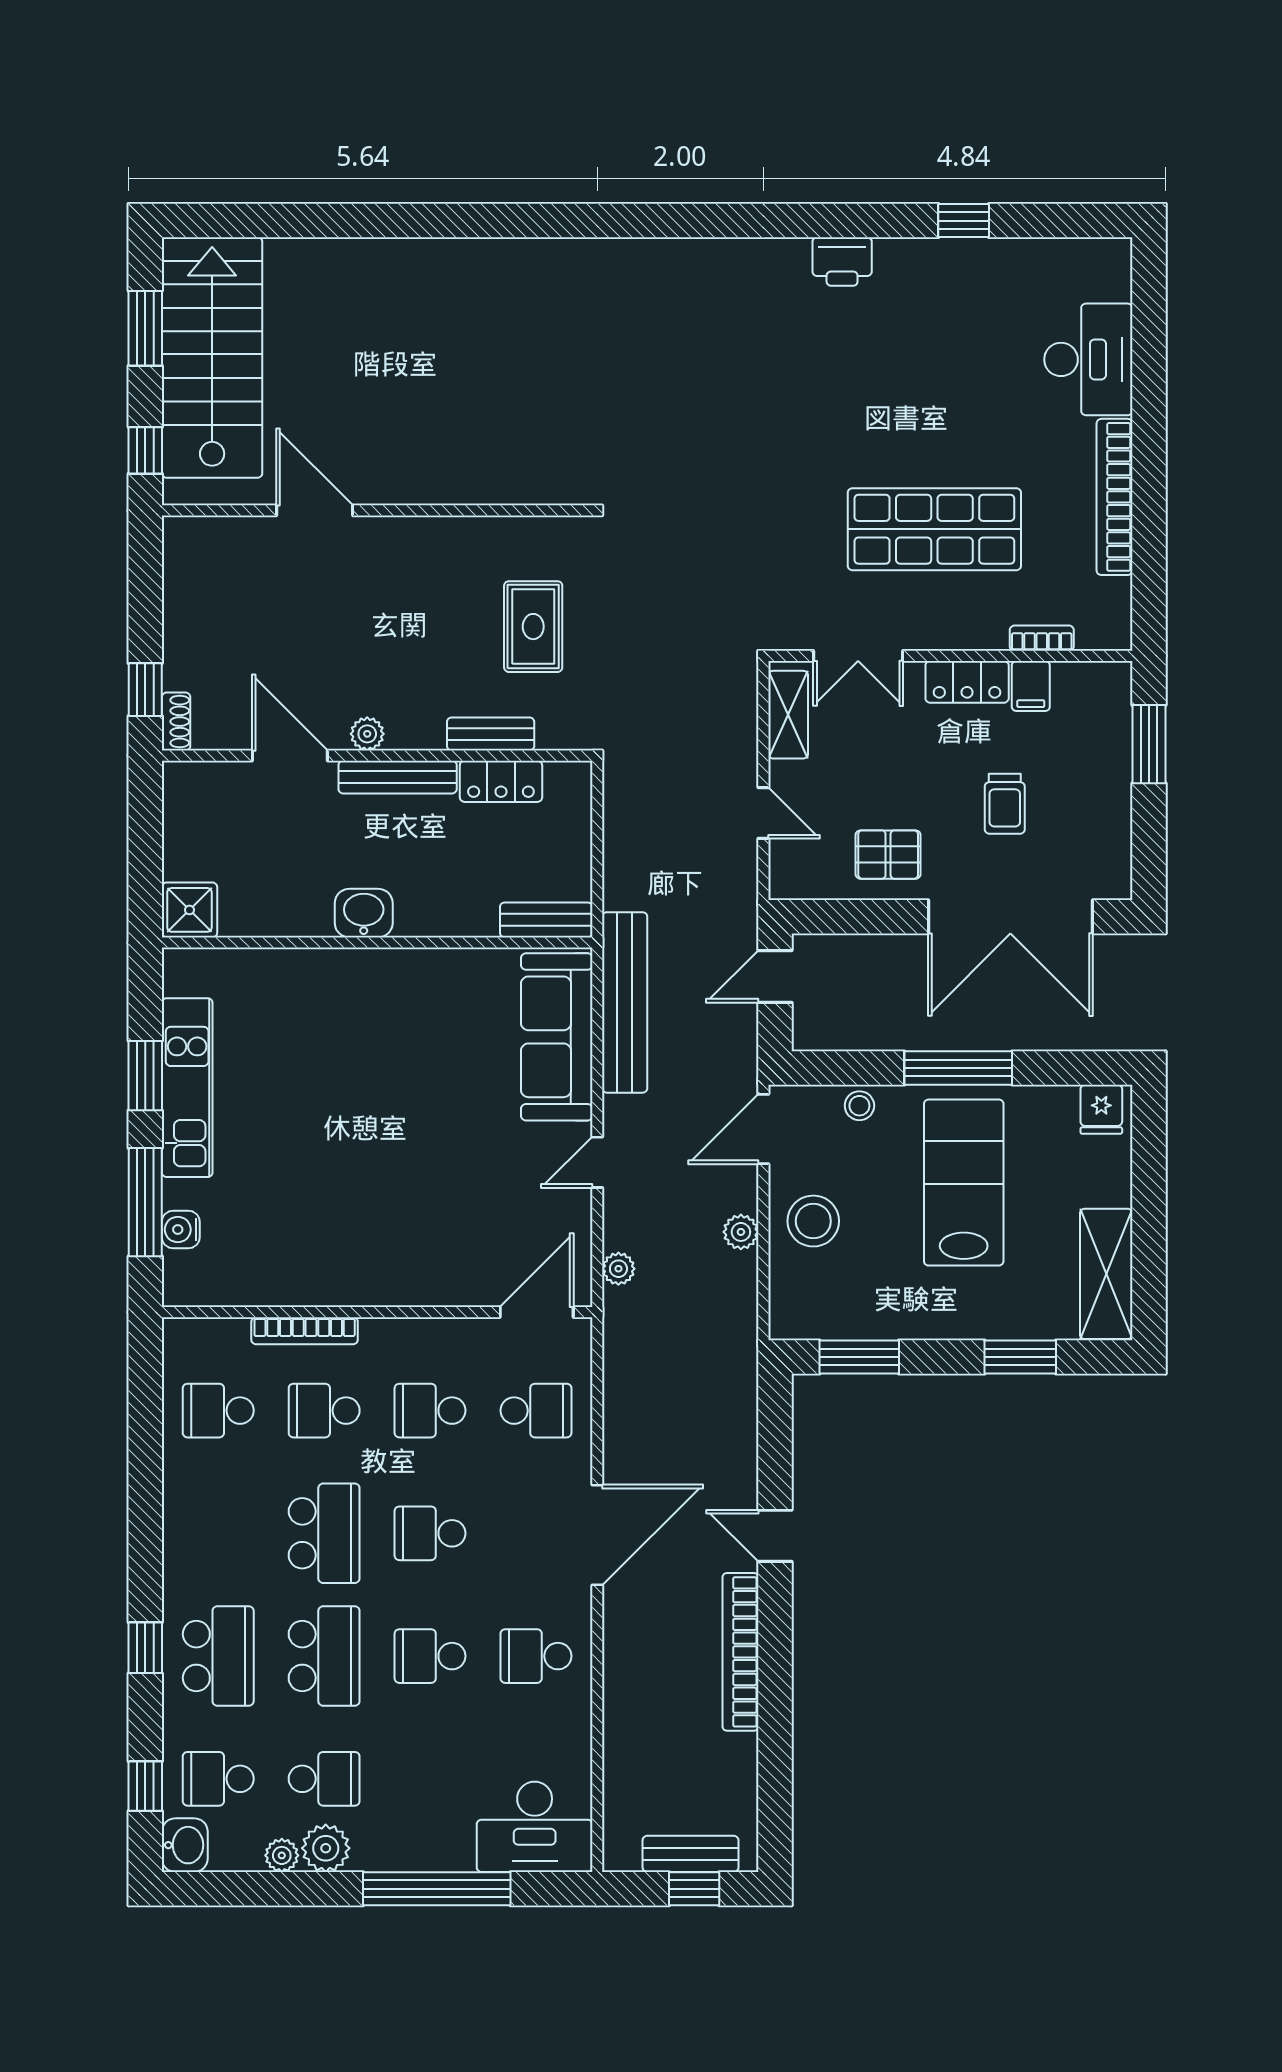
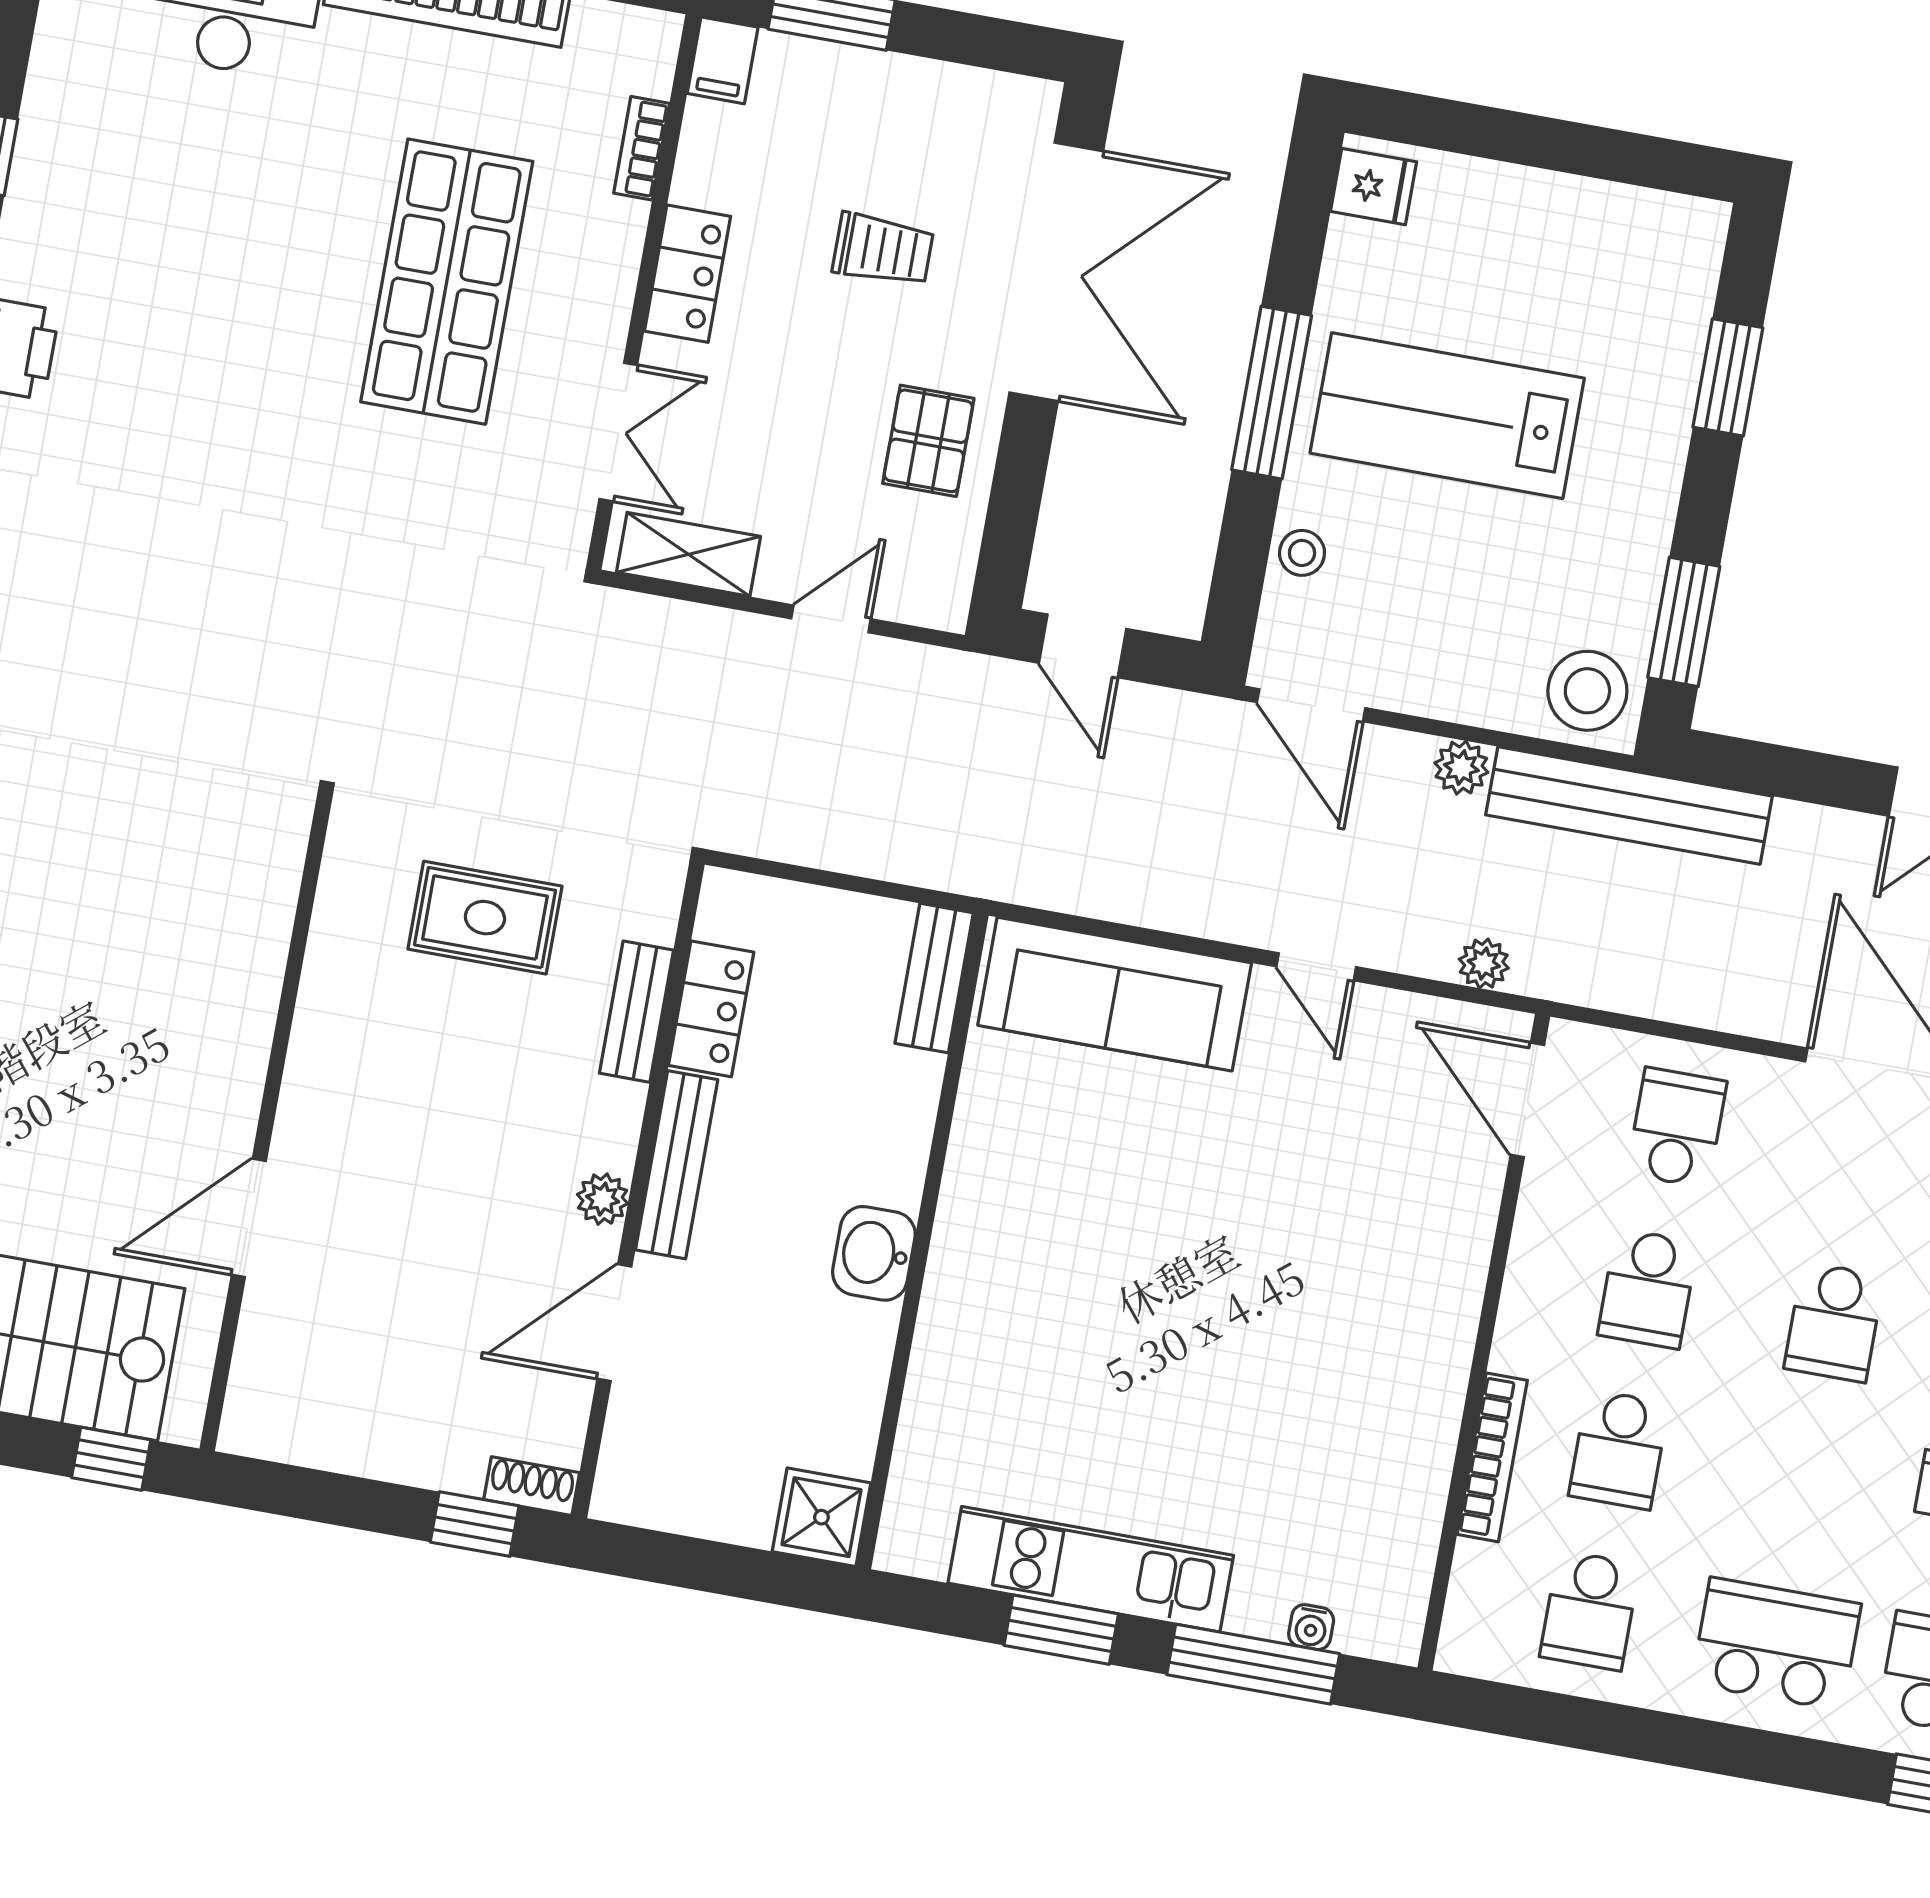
filing cabinet: (1031, 686) -> (723, 60), moved, turned 90
bench: (625, 1002) -> (1629, 805), moved
stool: (813, 1221) -> (1587, 691), moved
water cooler: (181, 1230) -> (1311, 1627), width x0.72, depth x0.72
shelving: (1106, 1274) -> (1625, 224), removed
school desk: (324, 1533) -> (1776, 1644), moved

